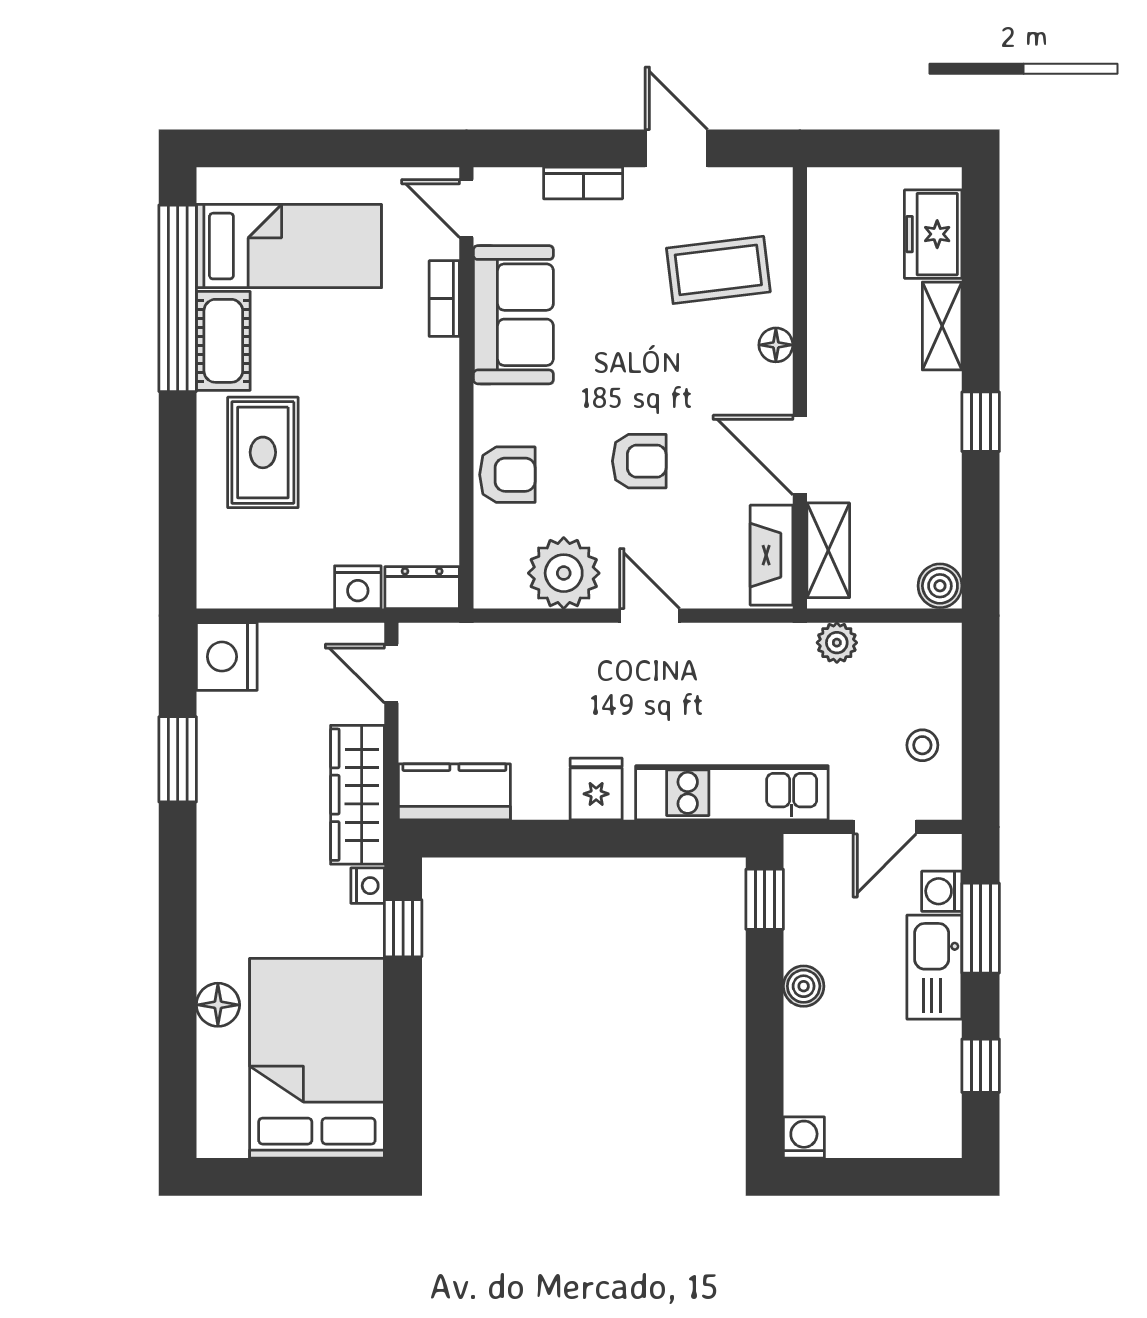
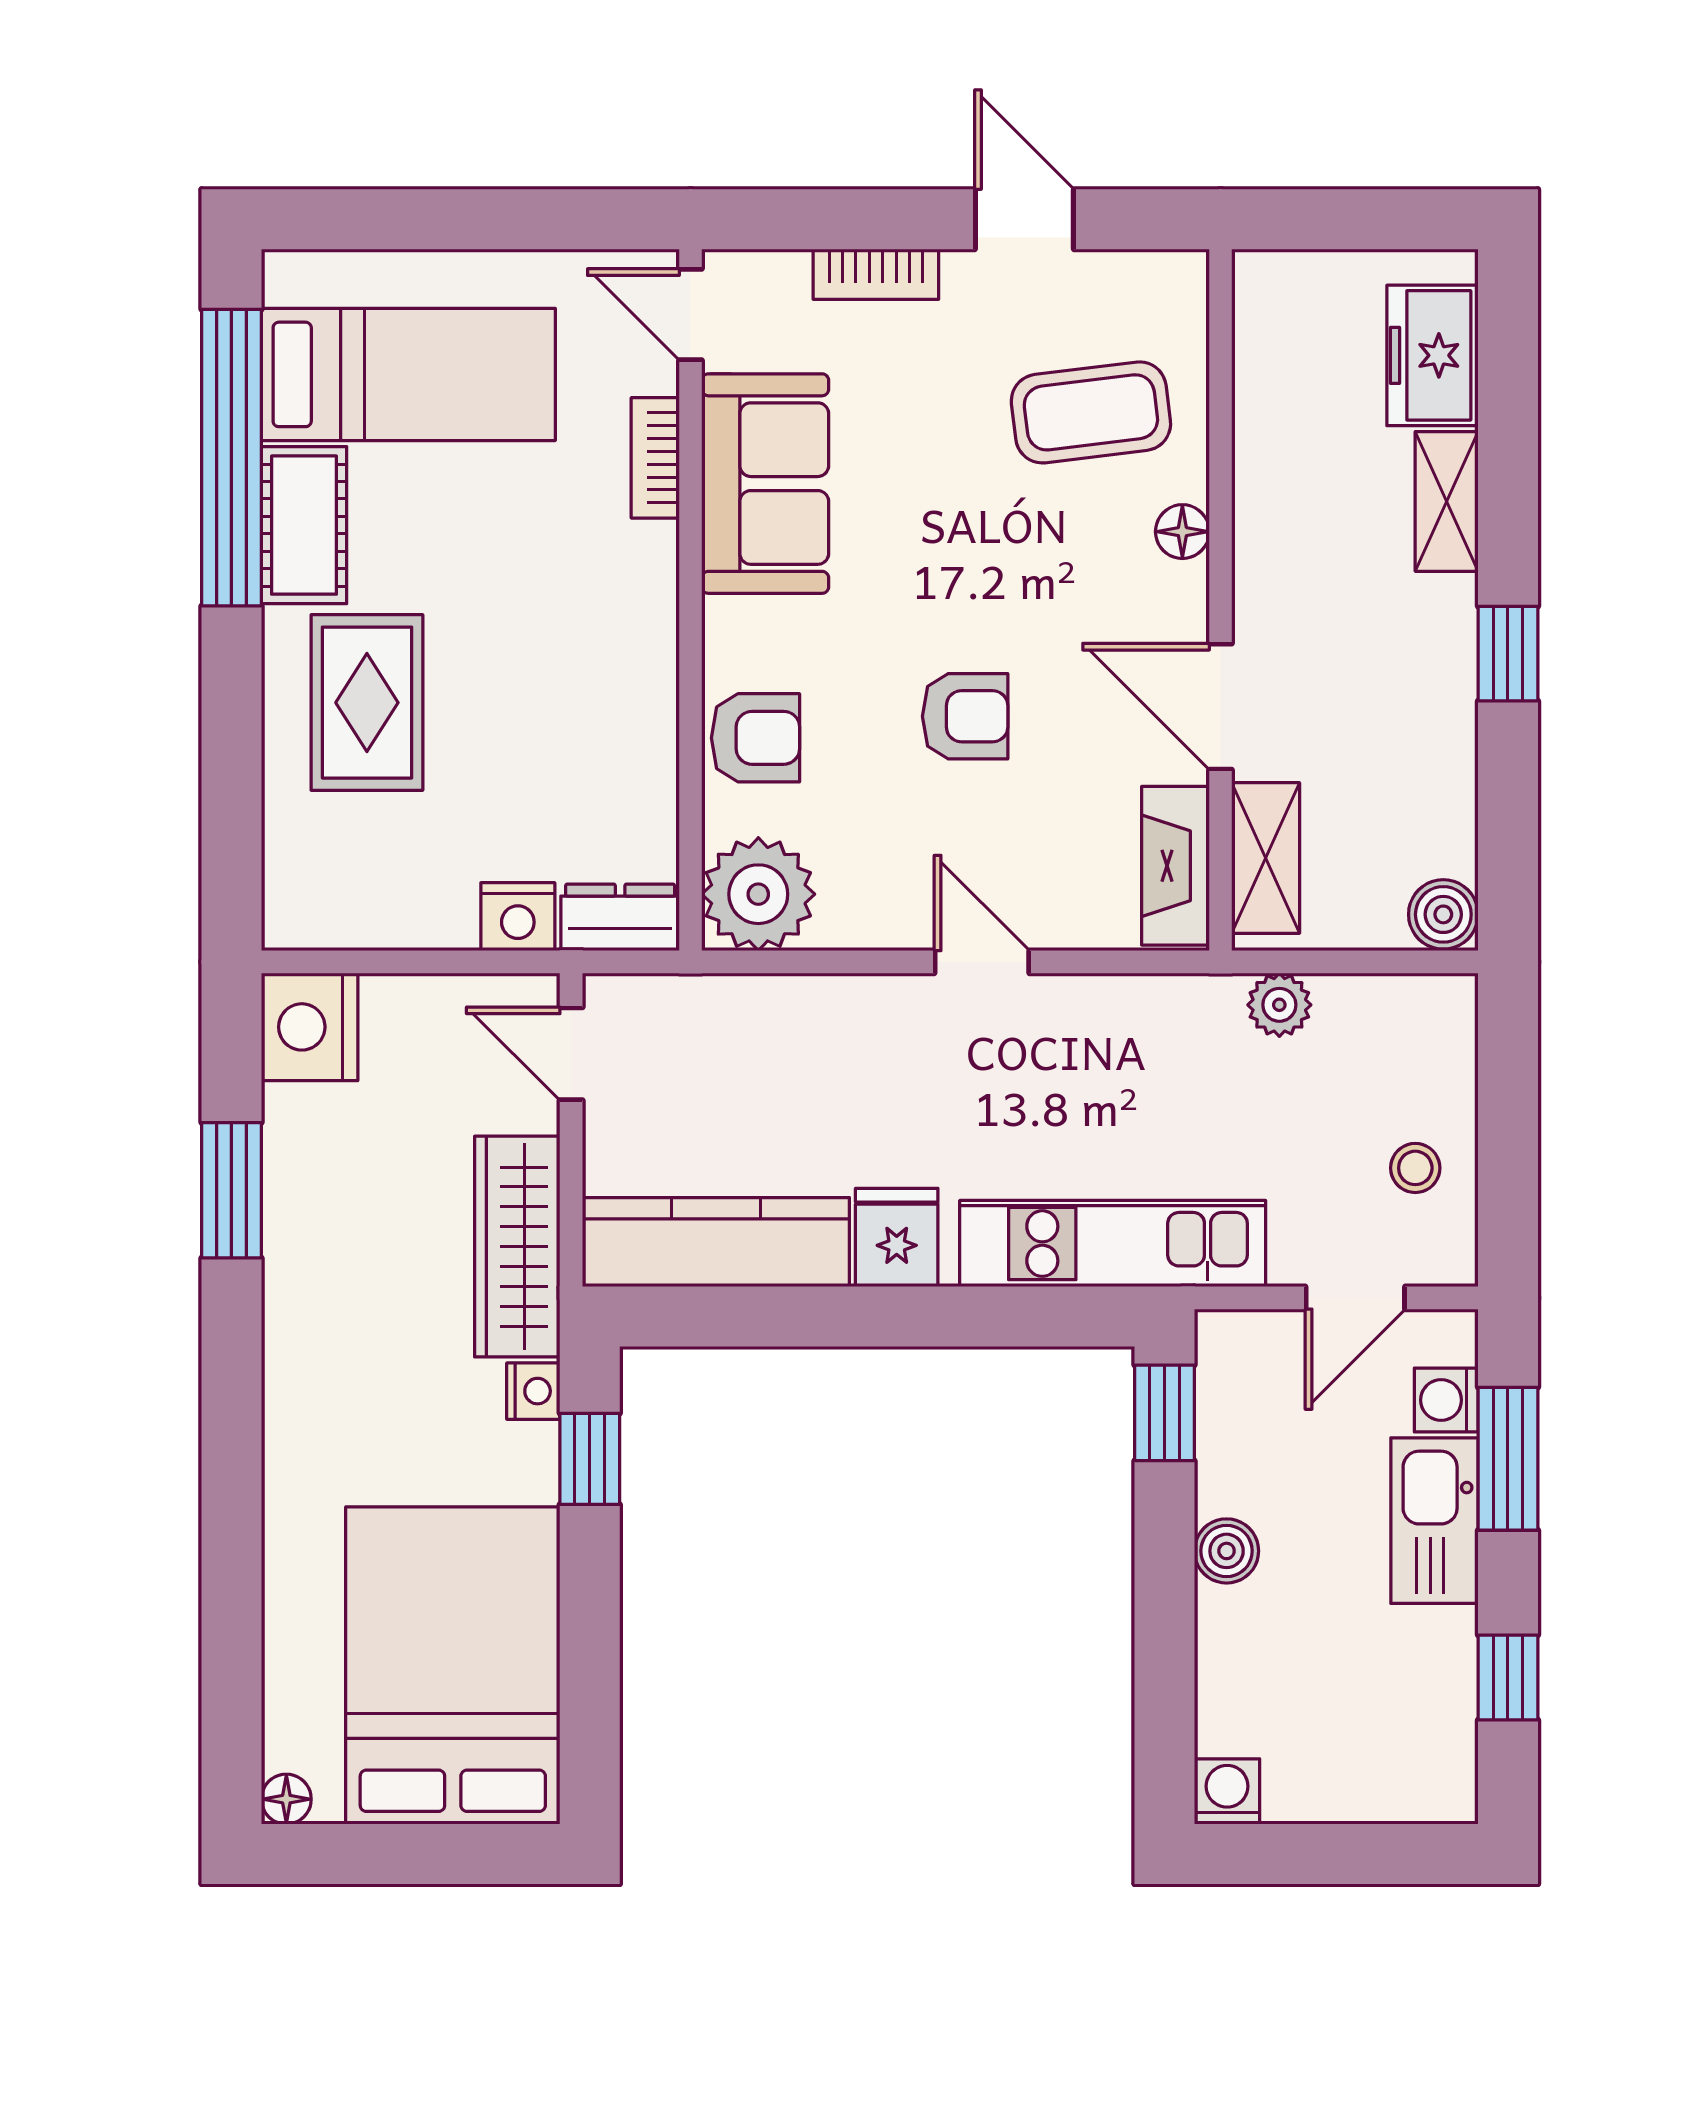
plant: (564, 573) -> (758, 894), moved
kitchen counter: (454, 792) -> (716, 1242), width x1.50
floor lamp: (218, 1005) -> (286, 1799), moved, width x0.73, depth x0.73

